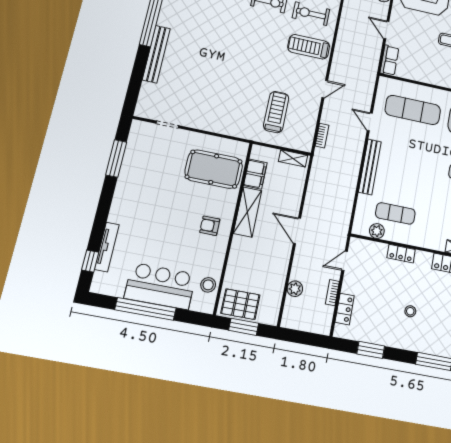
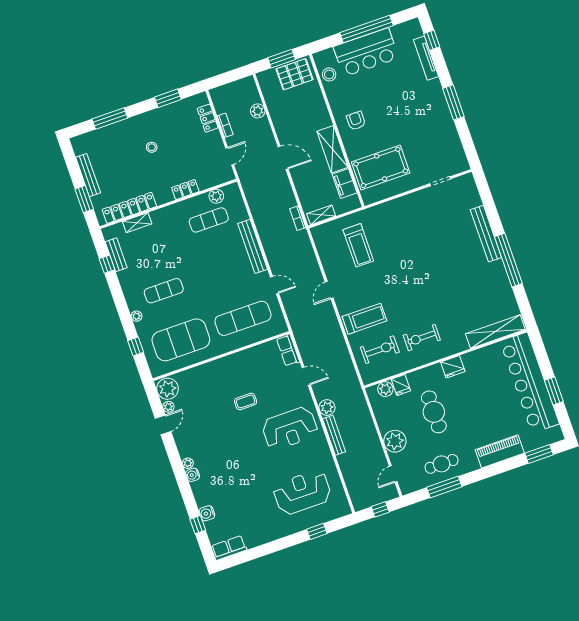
bookcase: (322, 136) -> (298, 218), moved
window: (116, 159) -> (453, 102), moved
armchair: (210, 226) -> (356, 121), turned -90

